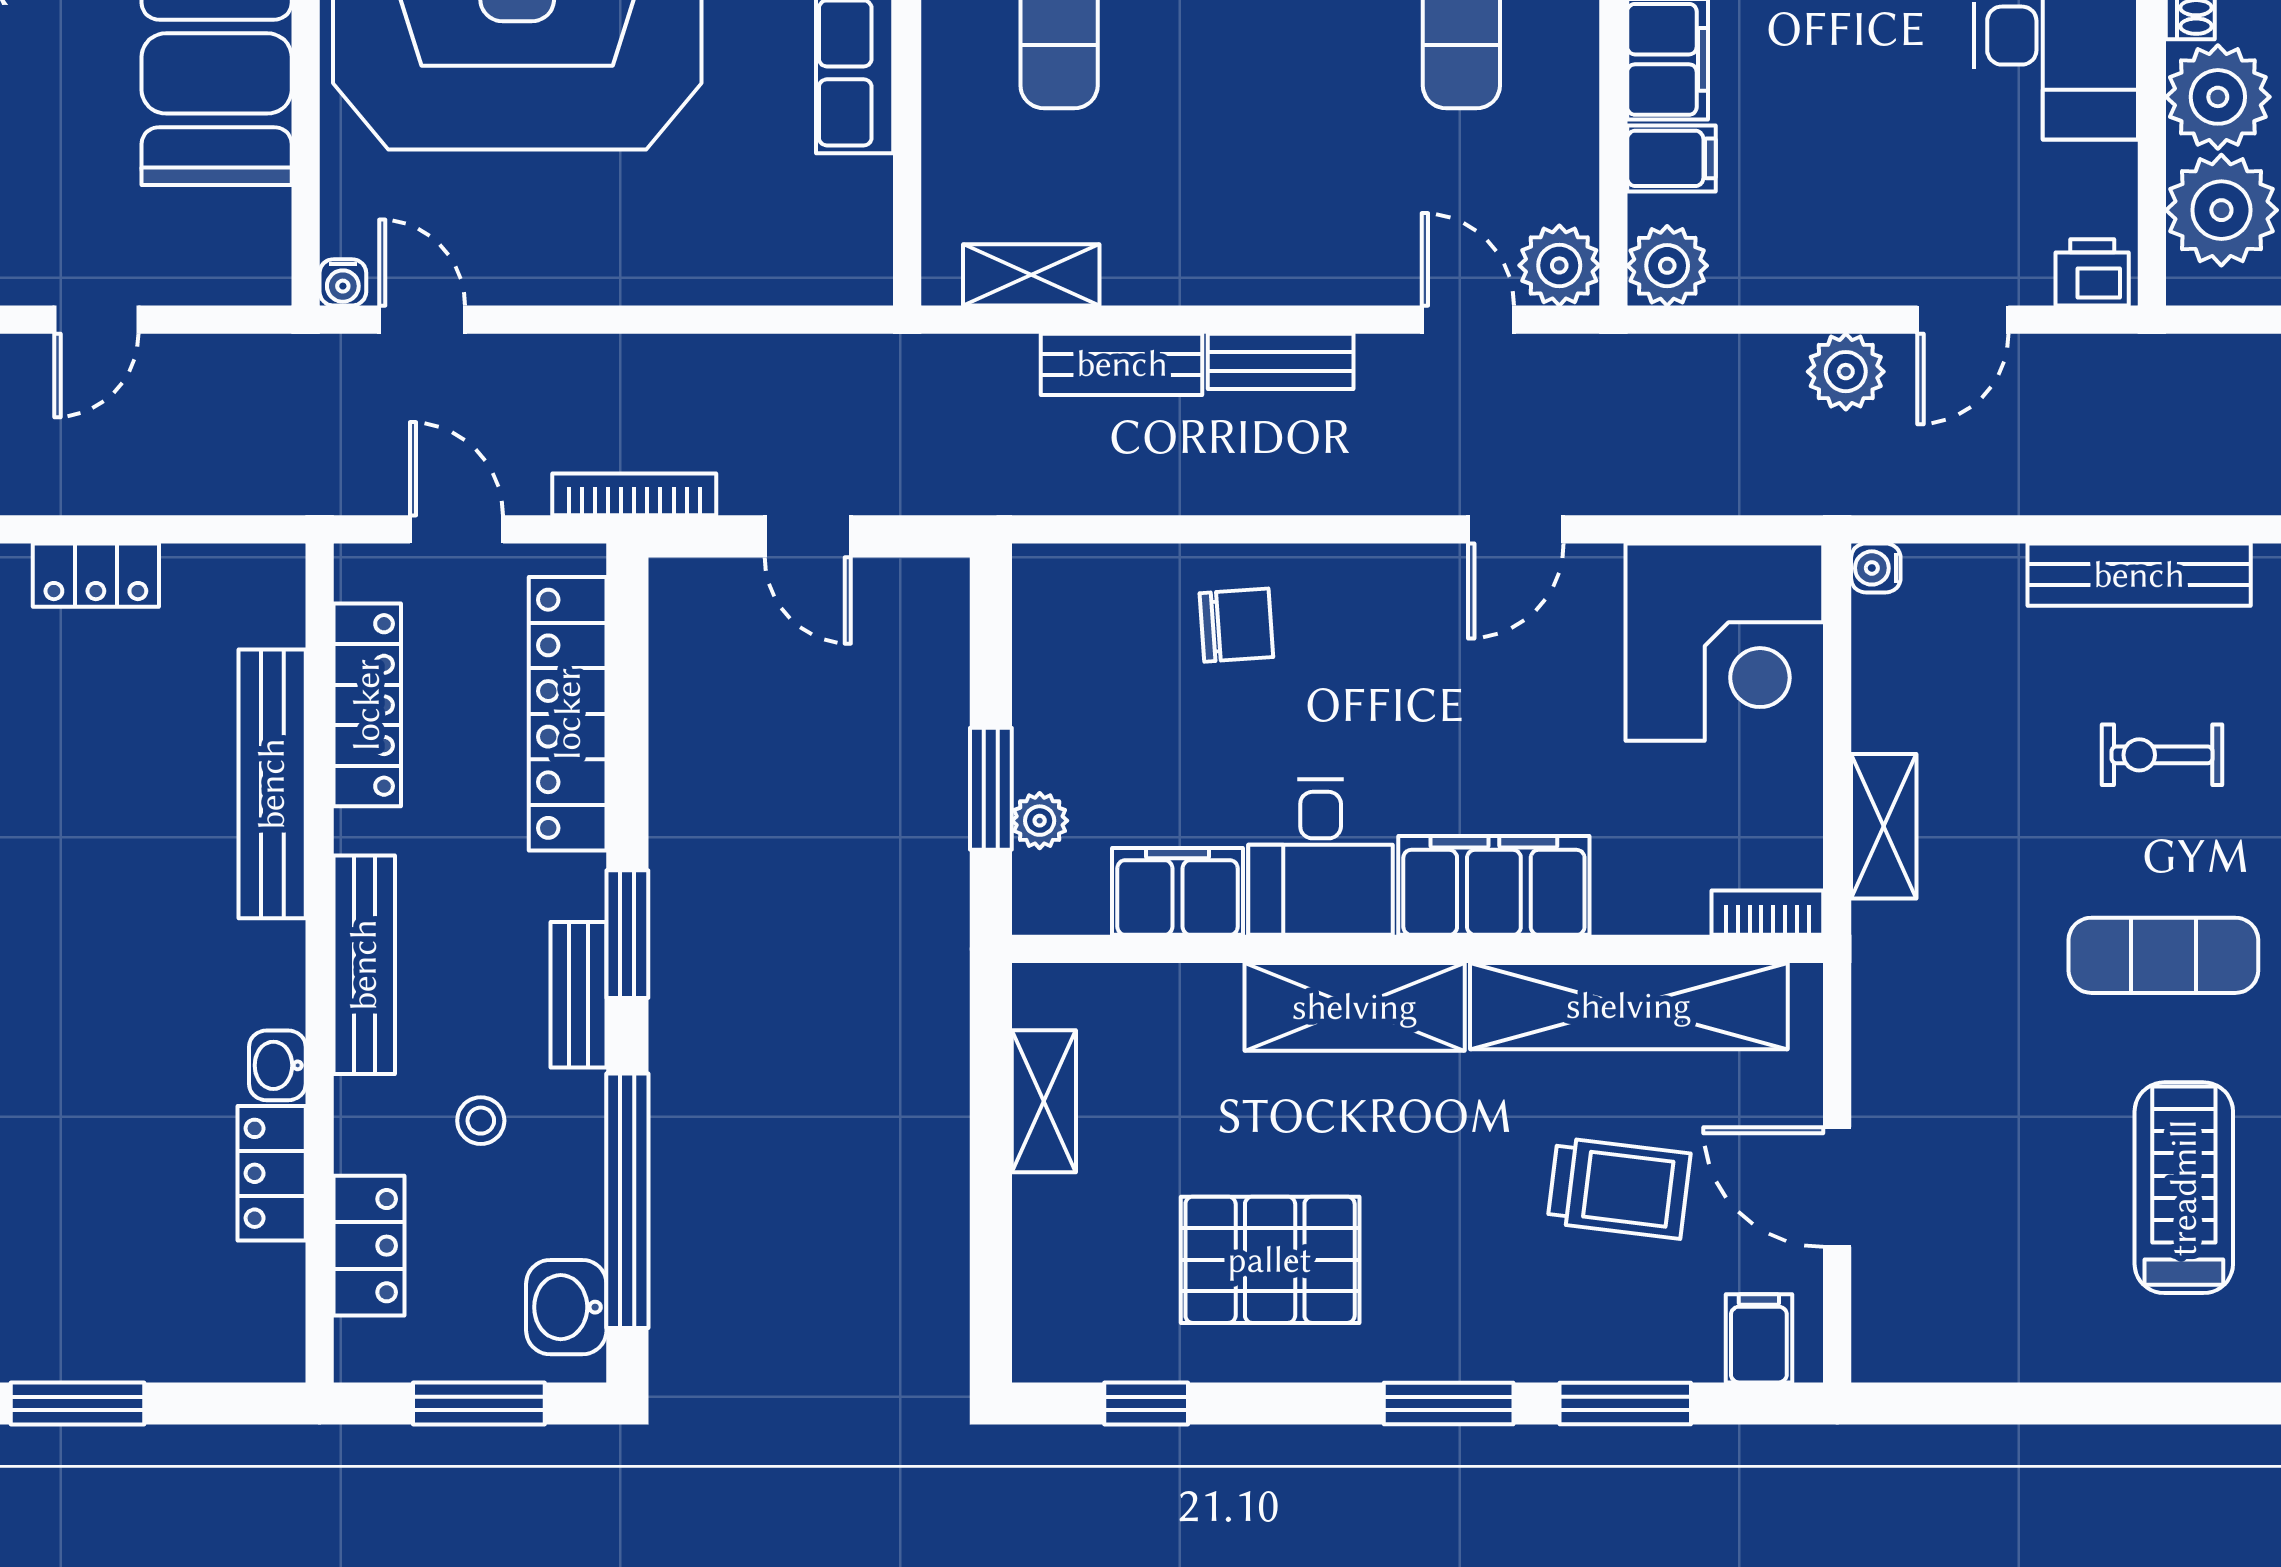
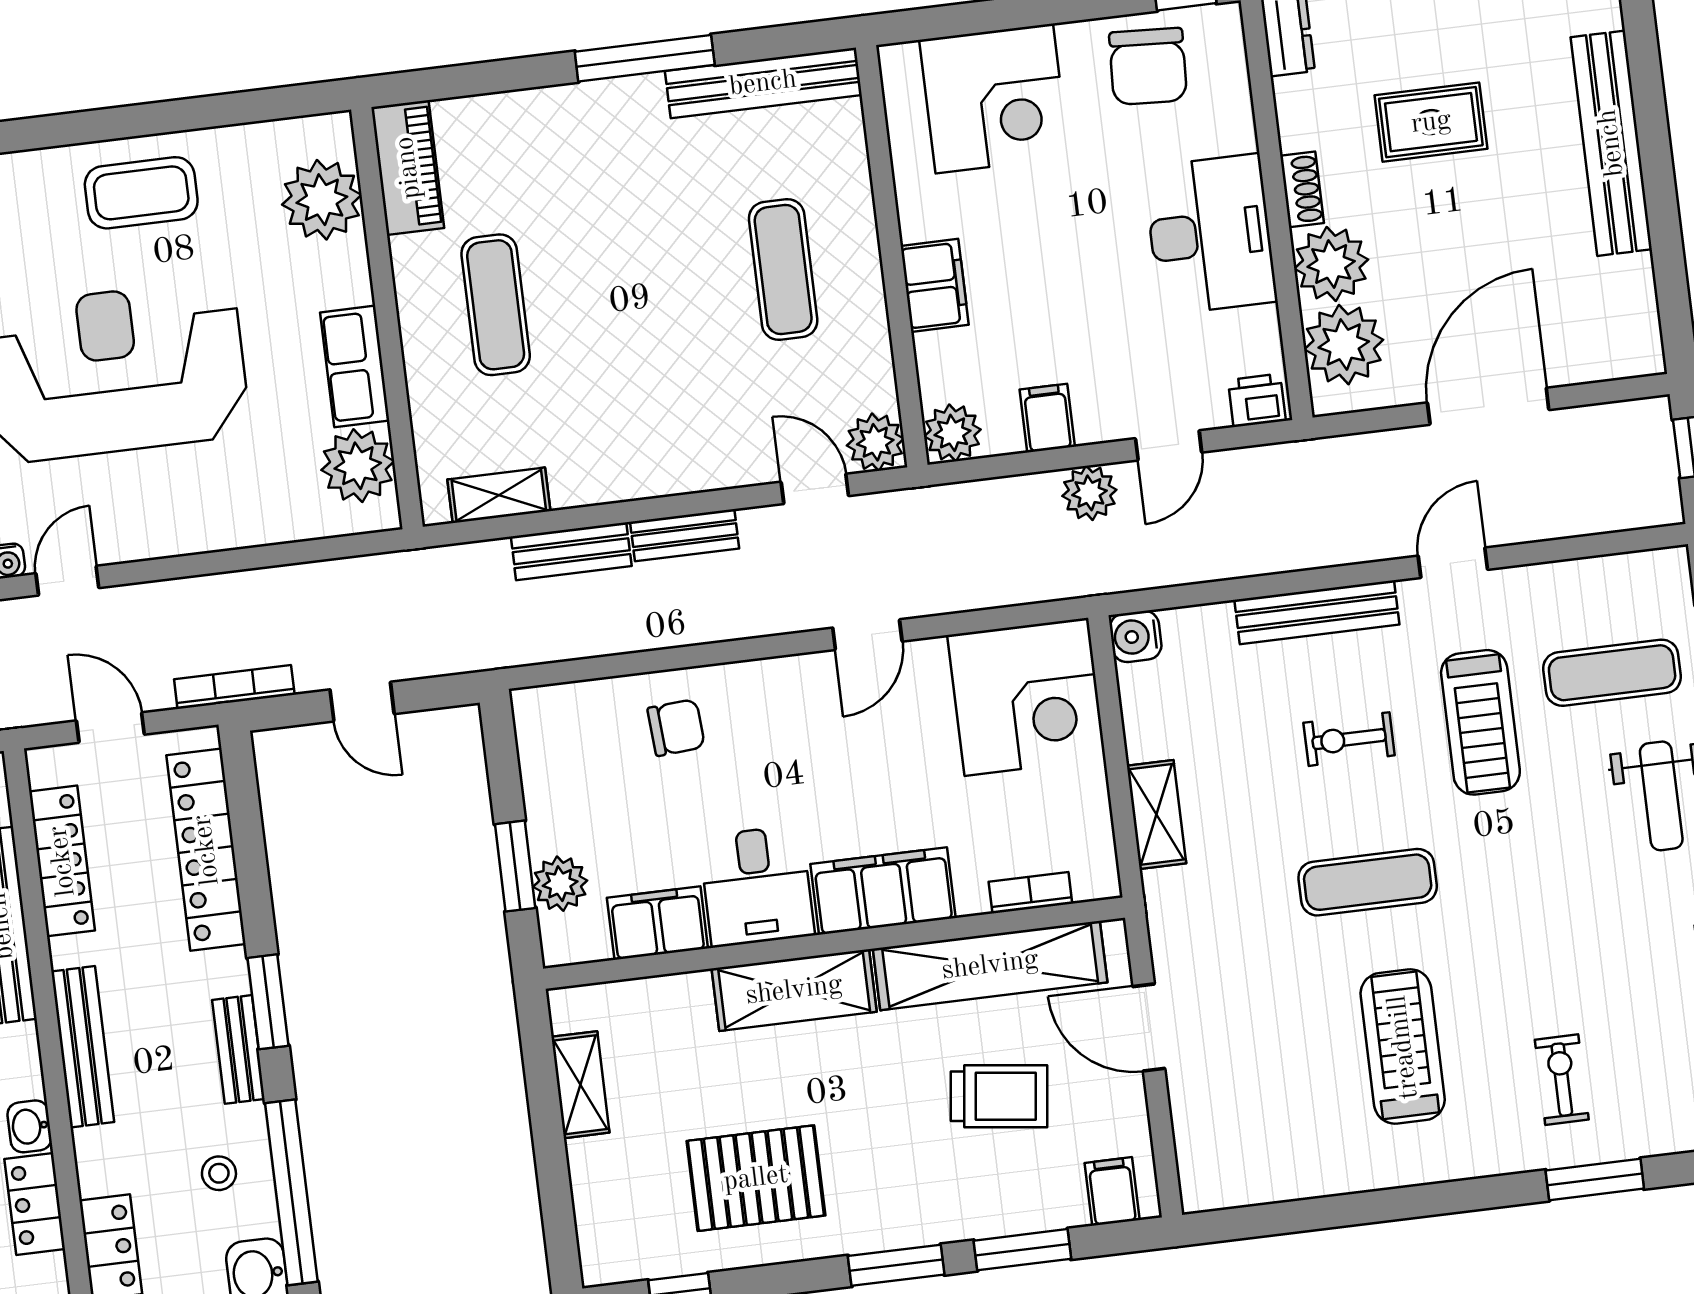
filing cabinet: (1672, 158) -> (1047, 418), moved, turned -90
plant: (842, 210) -> (358, 466), added
door: (422, 320) -> (67, 581), hinge flipped
water cooler: (1876, 568) -> (1136, 637), width x1.38, depth x1.38
plant: (1040, 821) -> (560, 884), width x1.38, depth x1.38
bookcase: (1767, 913) -> (1030, 893), moved
stool: (481, 1121) -> (219, 1173), moved
door: (1837, 1187) -> (1149, 1028), moved

